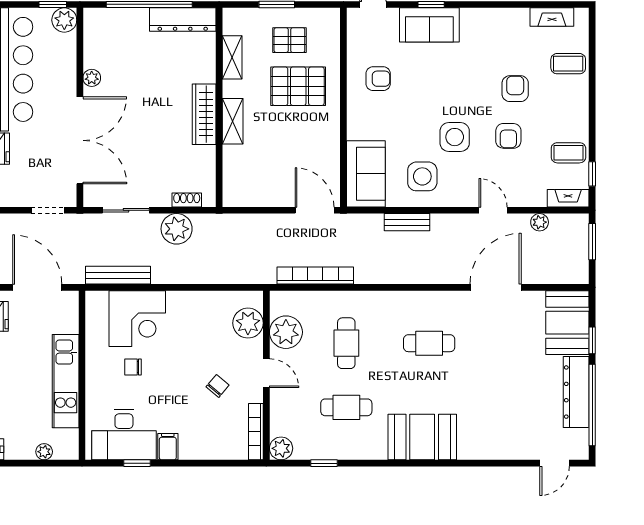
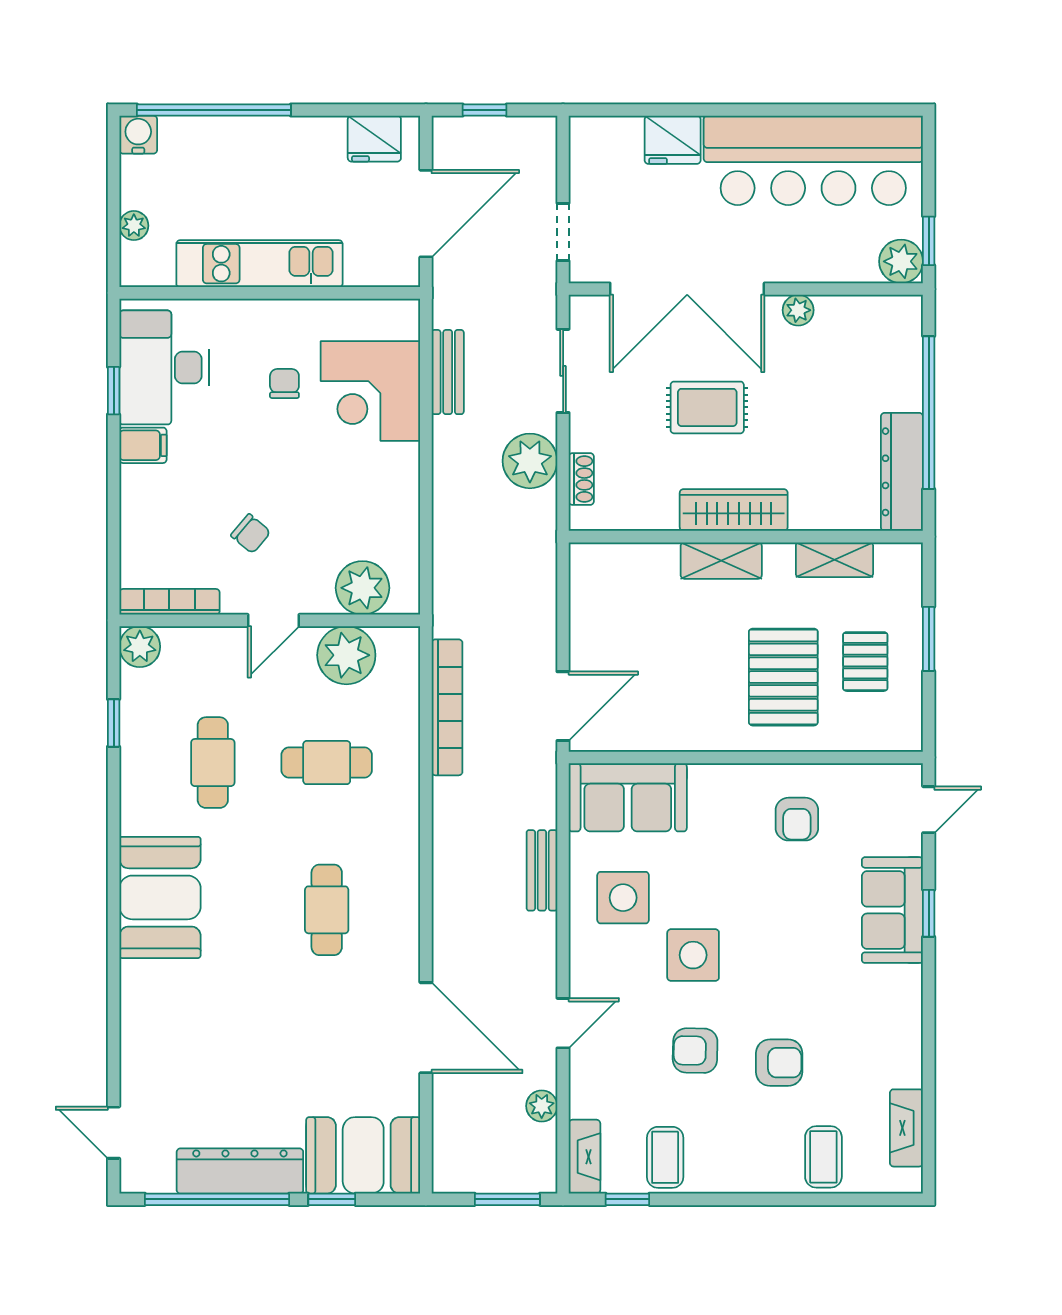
rug: (146, 129) -> (707, 407), added
bench: (118, 275) -> (448, 372), width x0.73

